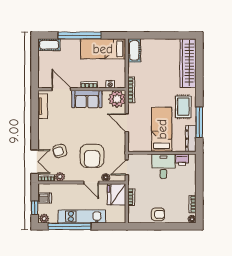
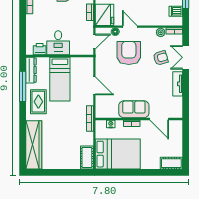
window: (80, 35) -> (141, 172), removed
bed: (103, 49) -> (118, 154), width x1.50
plant: (117, 99) -> (104, 109), removed
tv unit: (43, 106) -> (178, 84), moved
double door: (35, 162) -> (186, 57), moved

